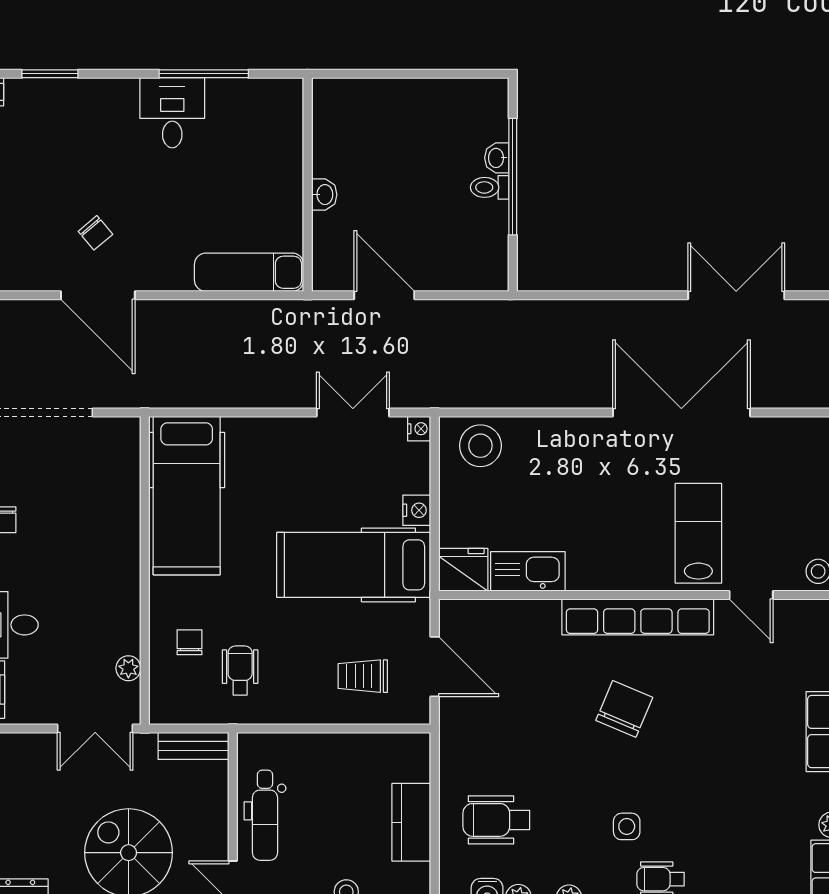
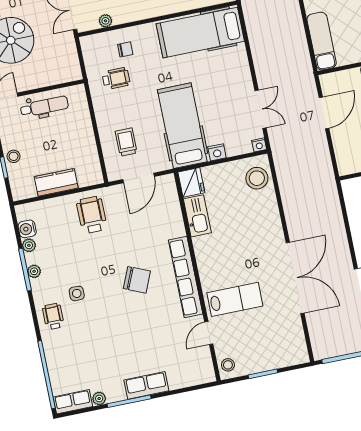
bench: (193, 746) -> (72, 62), removed
dental chair: (265, 815) -> (44, 106), turned 180
wheelchair: (496, 820) -> (92, 215), moved

